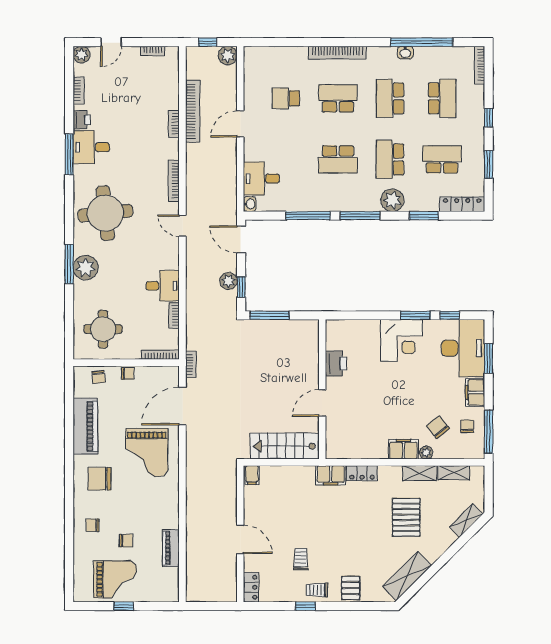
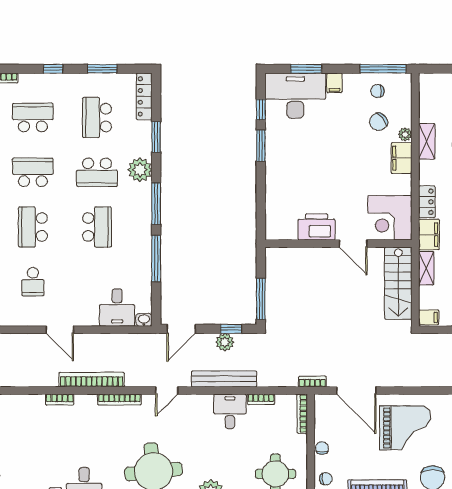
school desk: (390, 98) -> (33, 172), turned 180
bookcase: (193, 111) -> (92, 380), moved
bench: (193, 280) -> (224, 379), added
corner desk: (401, 340) -> (390, 218), moved, turned 180
printer: (336, 364) -> (317, 227), width x1.37, depth x1.19
filing cabinet: (475, 392) -> (334, 83), width x0.50
shelving: (454, 473) -> (426, 268), moved

